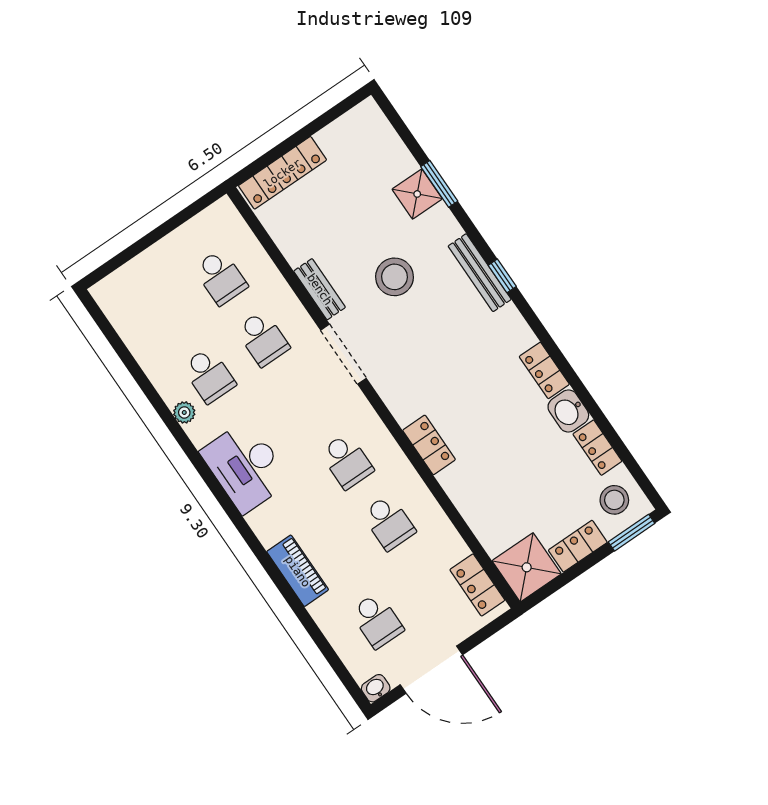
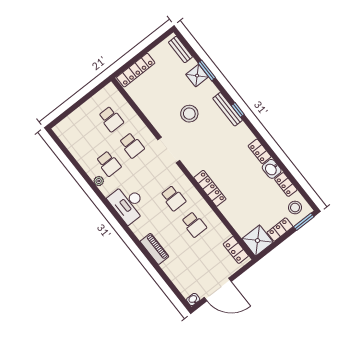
bench: (320, 289) -> (180, 50), moved
locker: (429, 445) -> (210, 188), width x1.53
school desk: (377, 621) -> (192, 269), removed

